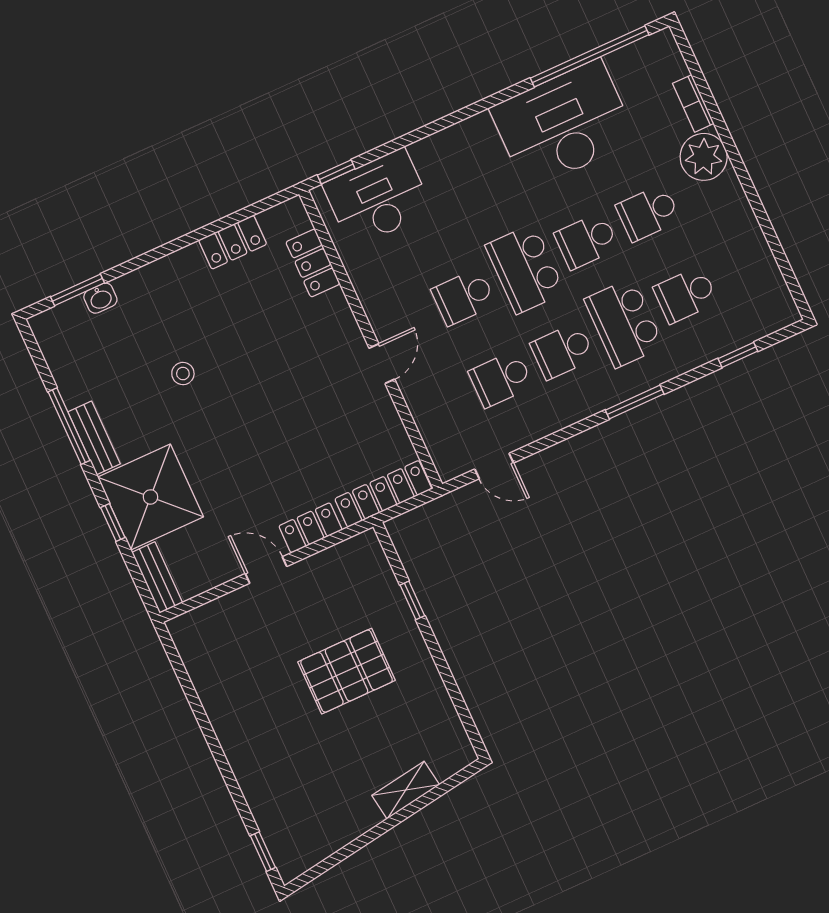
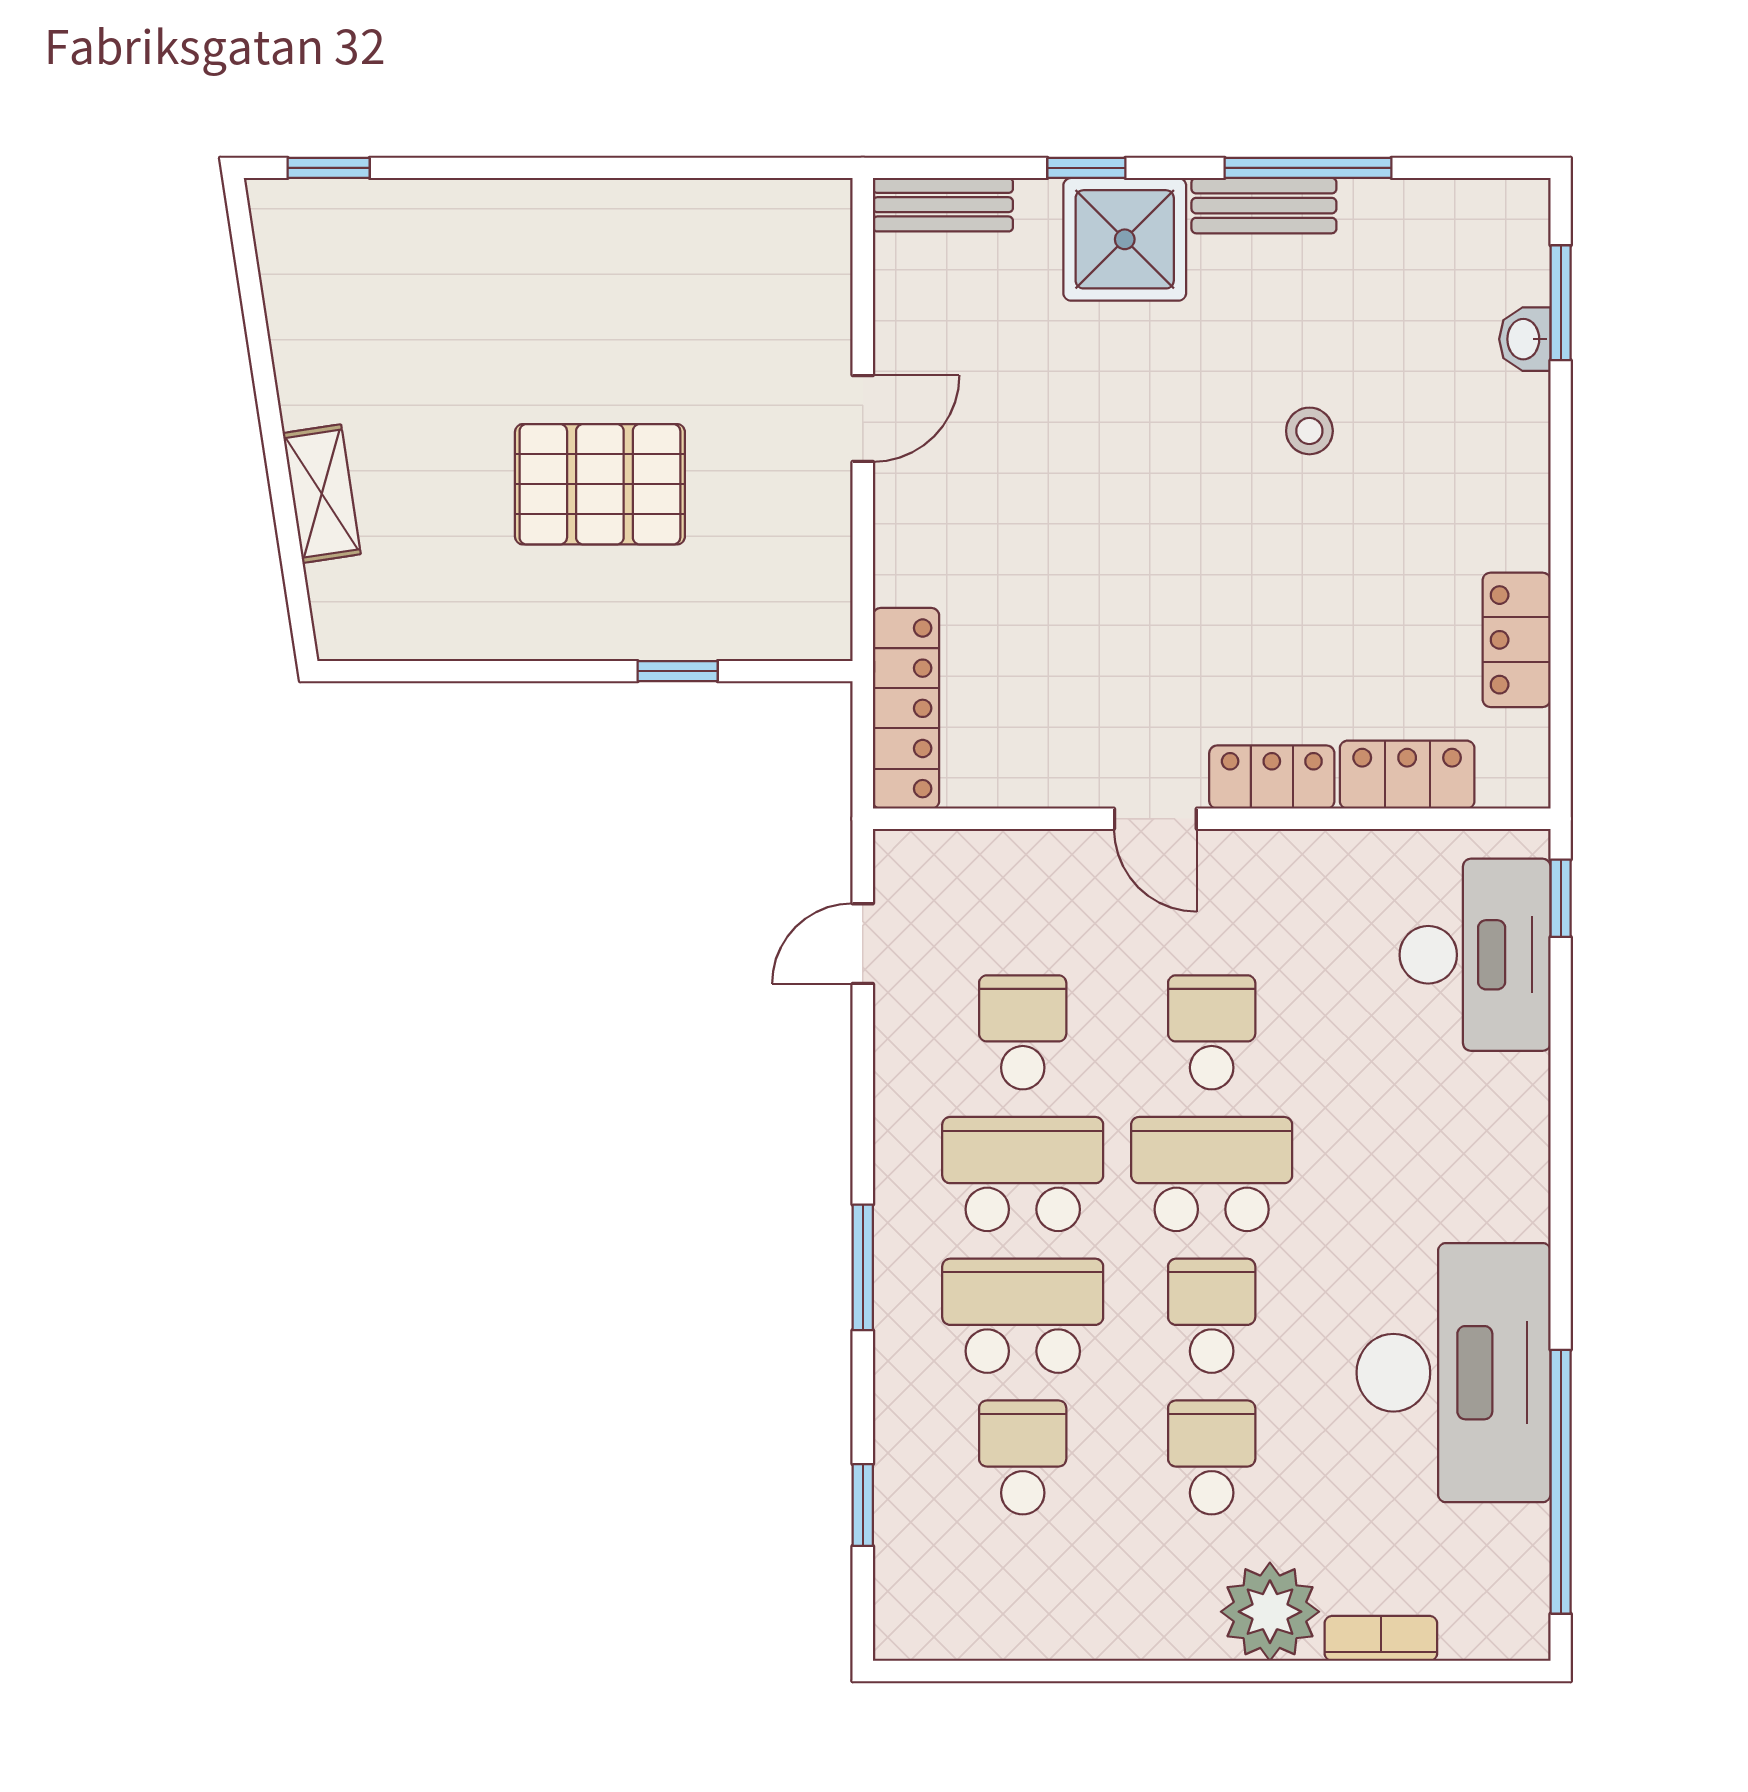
school desk: (562, 351) -> (1023, 1174), width x1.85
shower: (150, 497) -> (1125, 239), width x0.73, depth x0.73
locker: (310, 528) -> (1272, 777), moved, turned -90
pallet: (347, 671) -> (600, 484), turned 90

